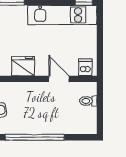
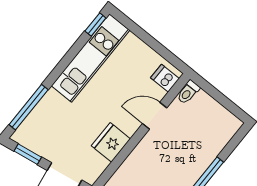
toilet: (88, 101) -> (188, 92), moved

